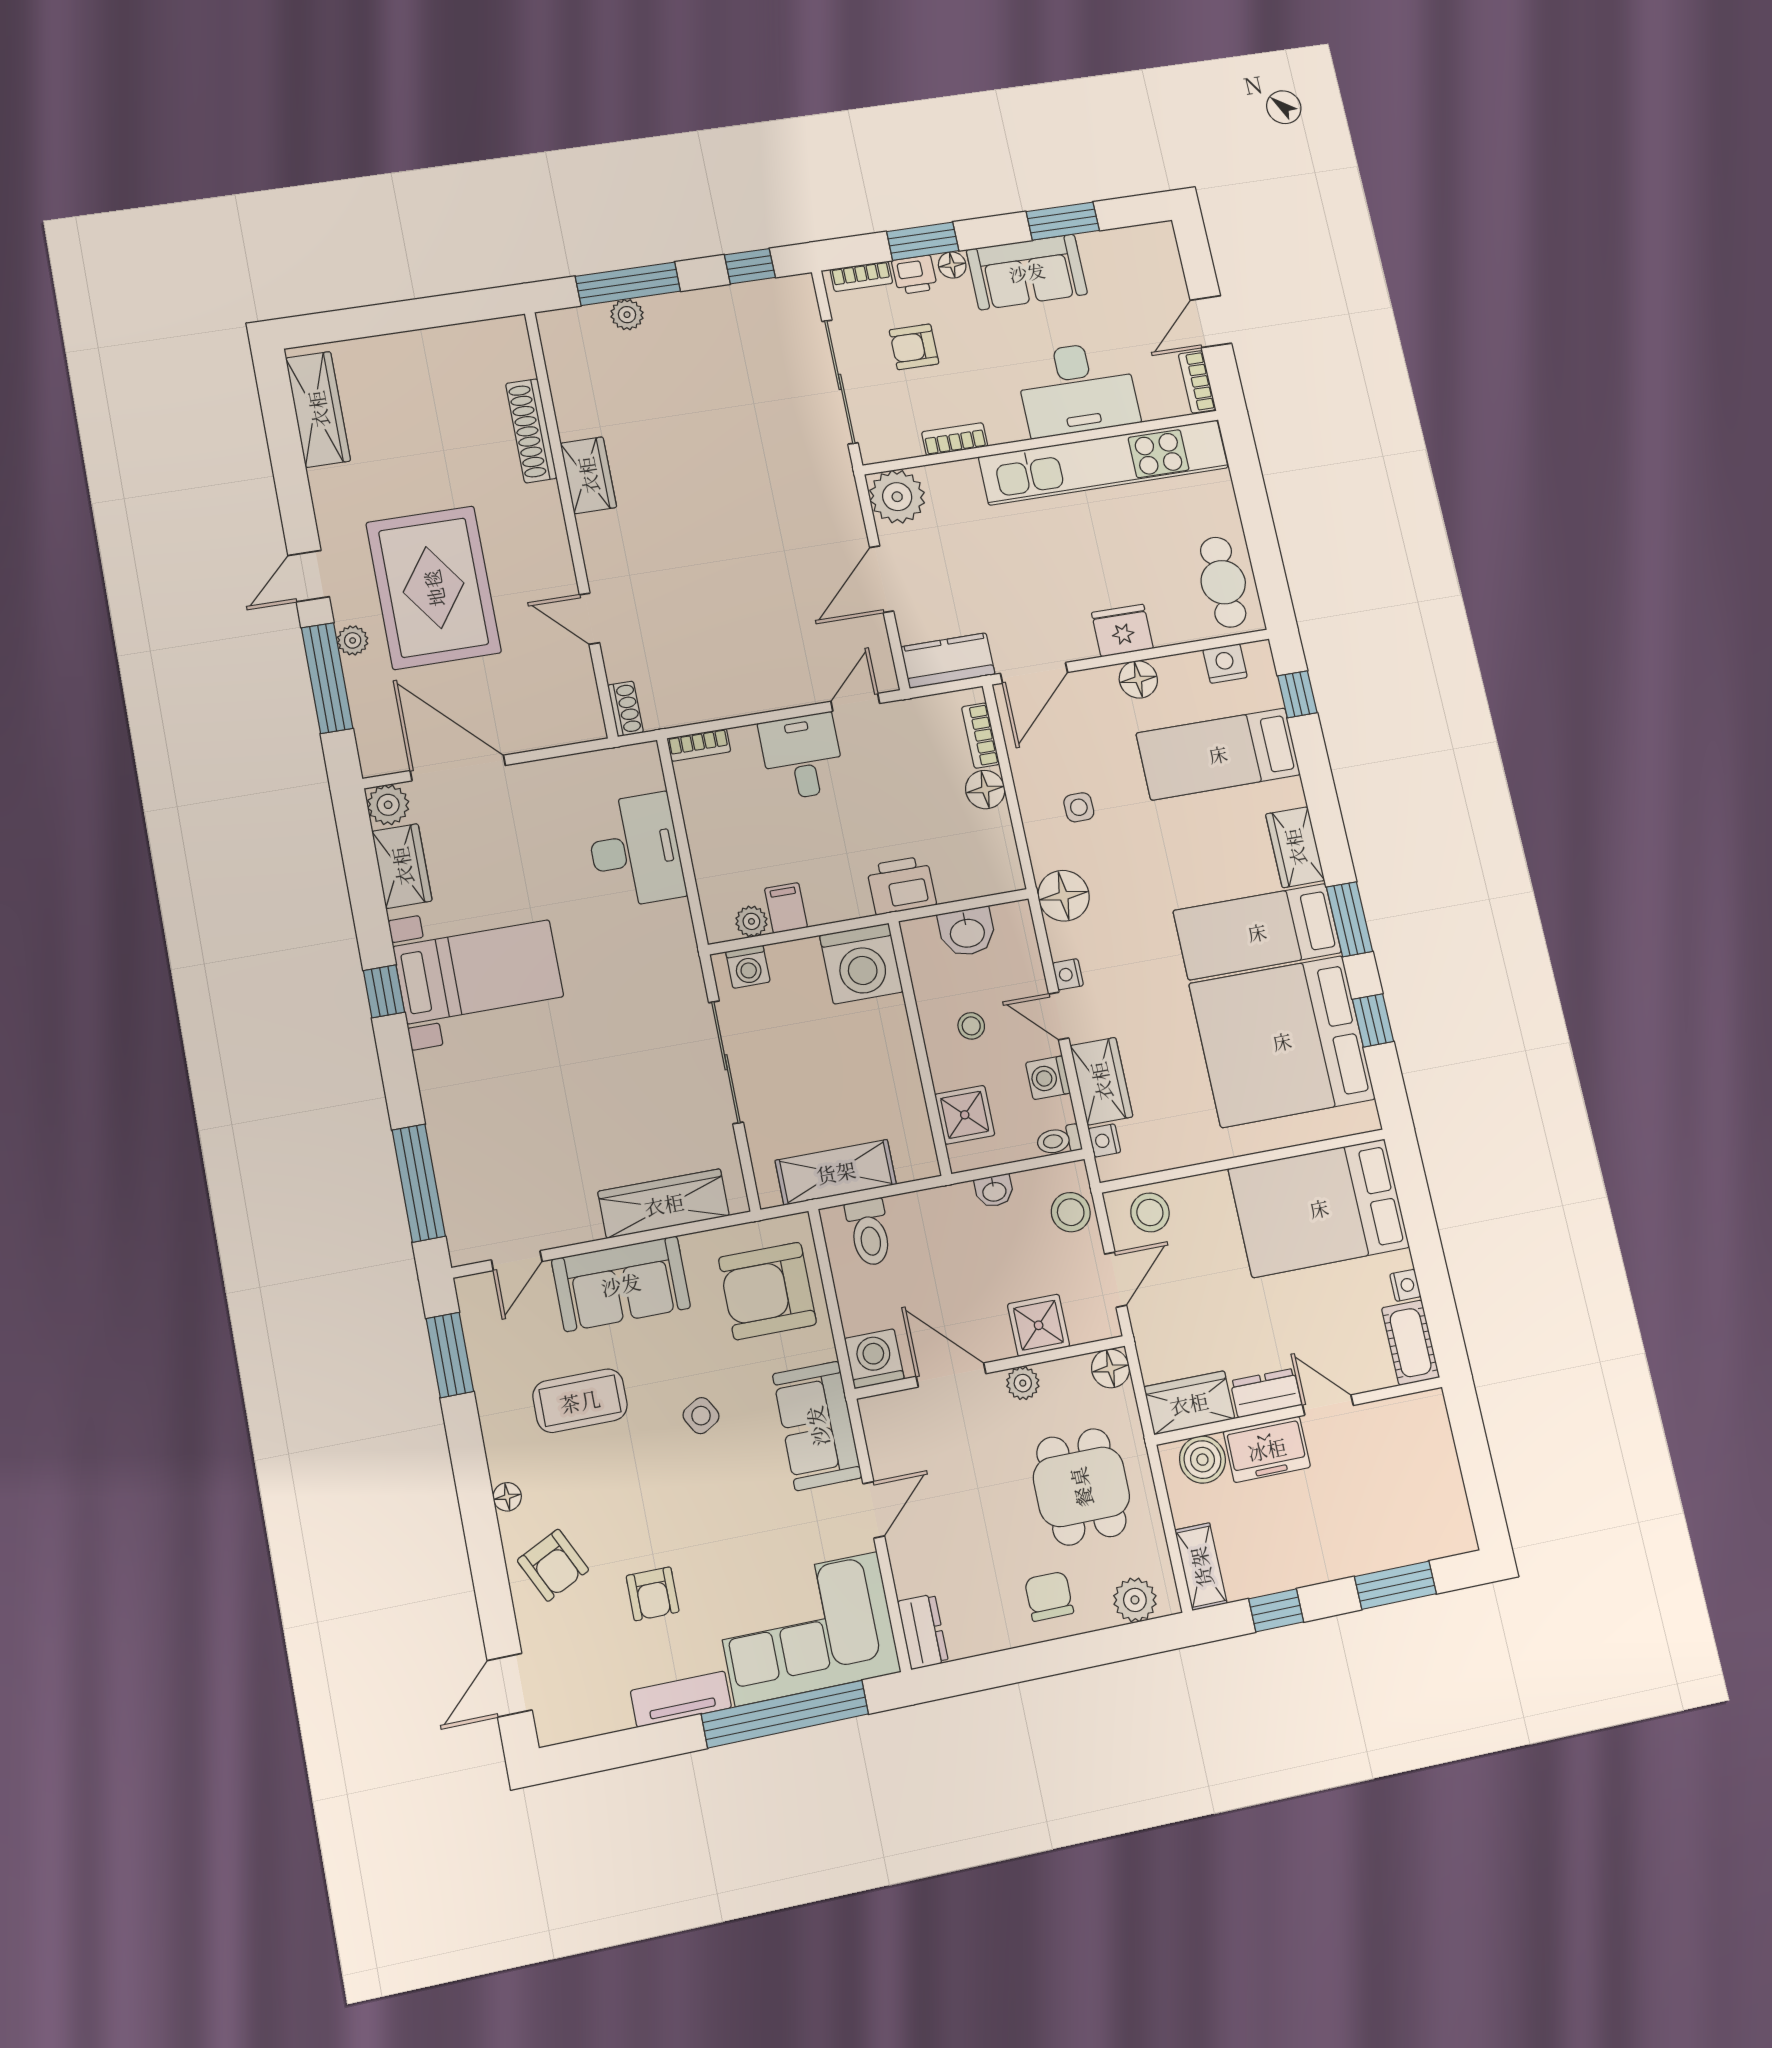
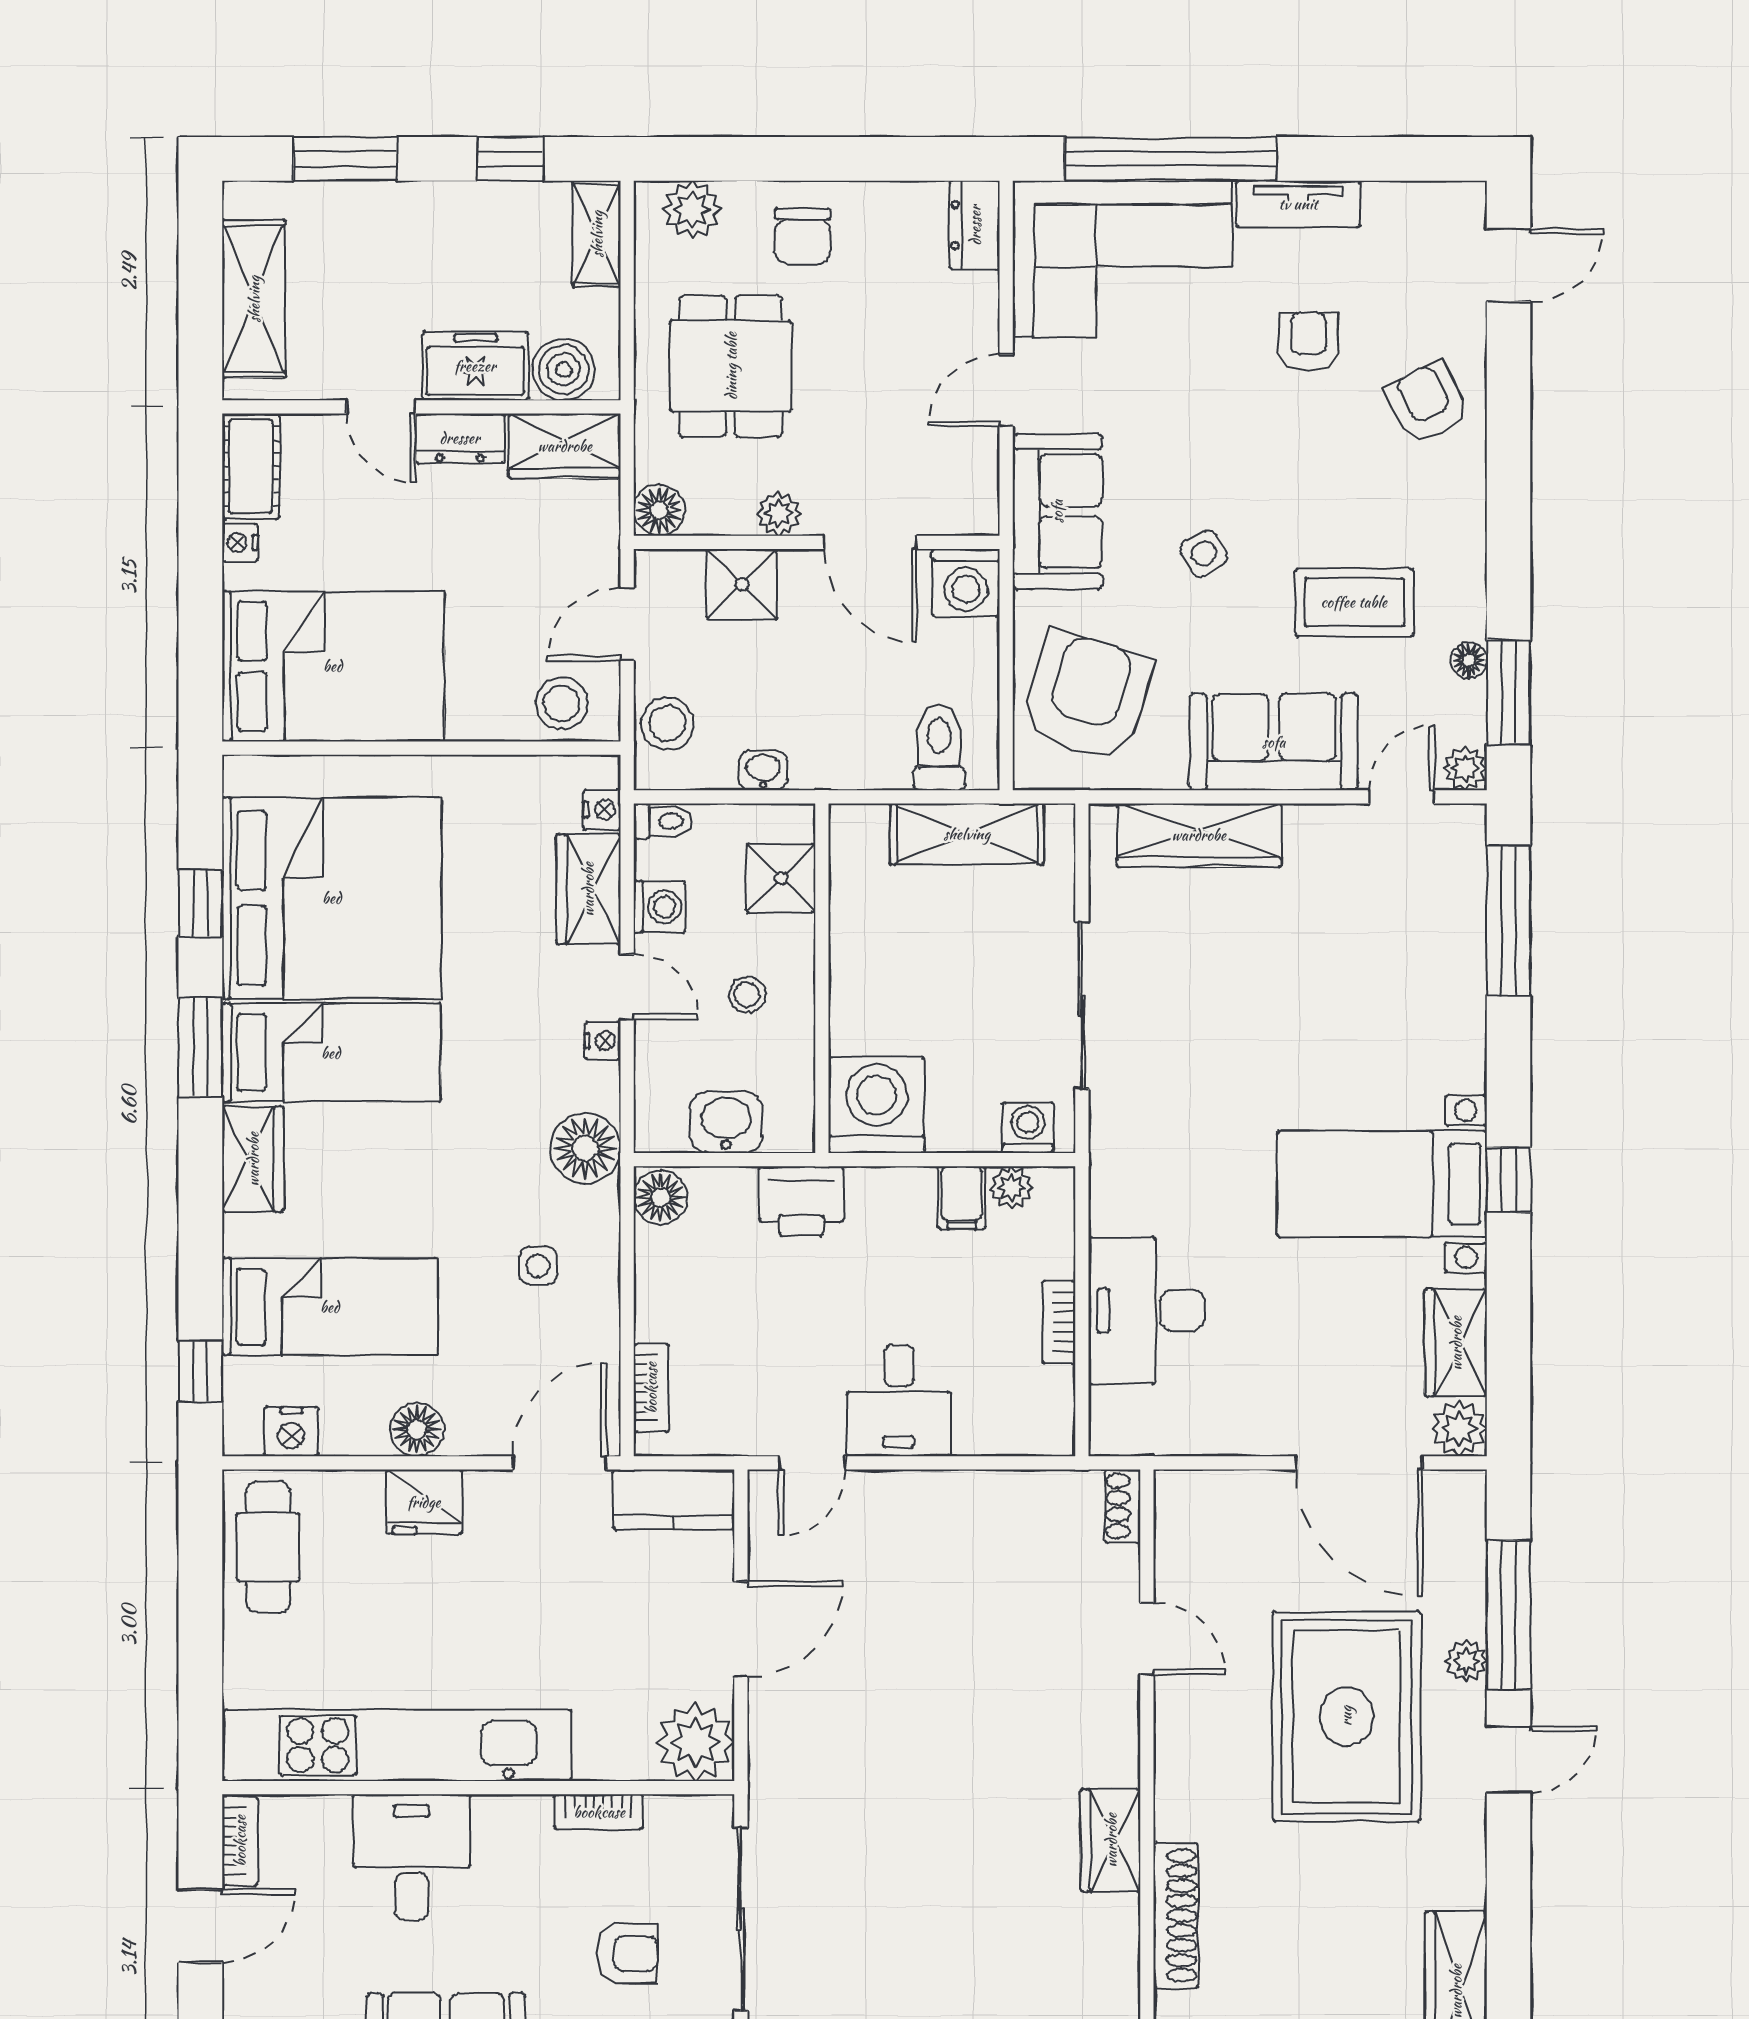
desk: (1077, 389) -> (412, 1857), width x0.73
bookcase: (699, 745) -> (1059, 1322), moved, turned -90
floor lamp: (985, 790) -> (661, 1197), moved
plant: (473, 1291) -> (1465, 768), added
armchair: (767, 1291) -> (1087, 696), turned -73
shelving: (1437, 1467) -> (254, 299), added
floor lamp: (507, 1497) -> (1469, 660), moved

